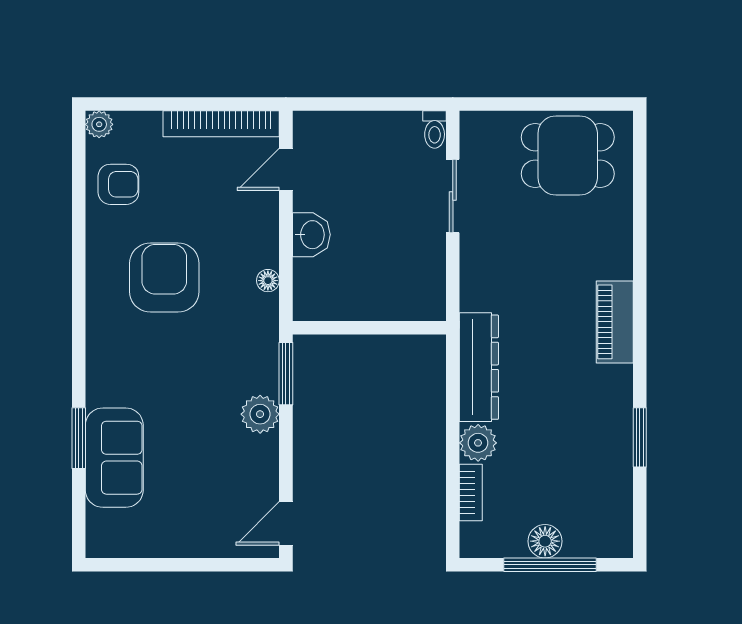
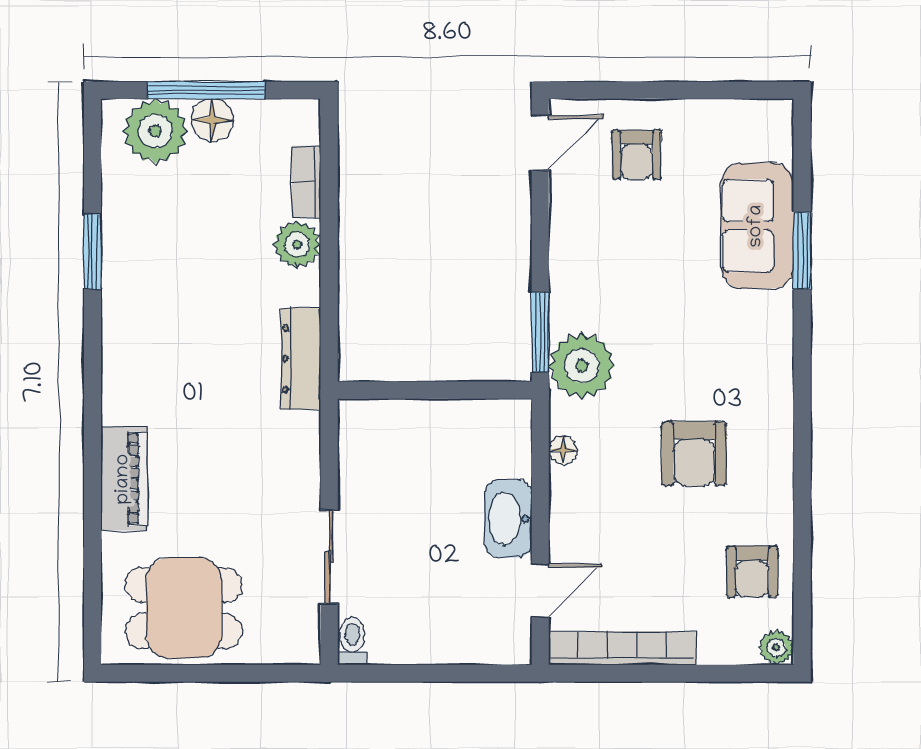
armchair: (118, 184) -> (752, 572), turned -90
washbasin: (311, 235) -> (508, 519), width x1.38
armchair: (164, 278) -> (694, 454), width x0.73, depth x0.73
piano: (615, 322) -> (124, 479), moved
dresser: (479, 367) -> (301, 359), width x0.73, depth x0.80
plant: (260, 414) -> (582, 366), moved, width x1.36, depth x1.36
armchair: (210, 514) -> (637, 155), added
plant: (590, 532) -> (155, 131), added

